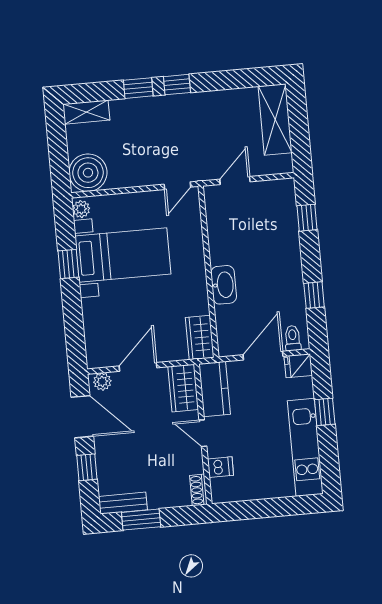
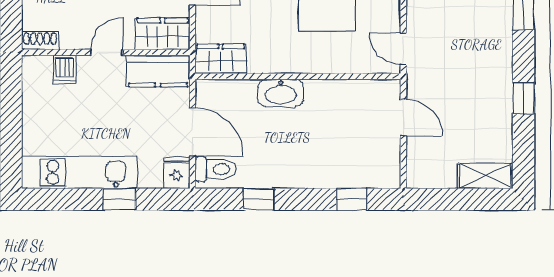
window: (177, 85) -> (524, 99), moved
shelving: (275, 120) -> (485, 176), width x0.67, depth x0.75
toilet: (293, 338) -> (216, 169), width x1.37, depth x1.39

